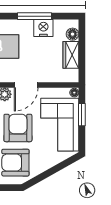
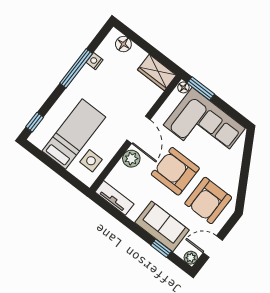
nightstand: (43, 28) -> (94, 61), width x0.53, depth x0.56
wardrobe: (71, 55) -> (157, 72), moved
window: (82, 115) -> (201, 89), moved

